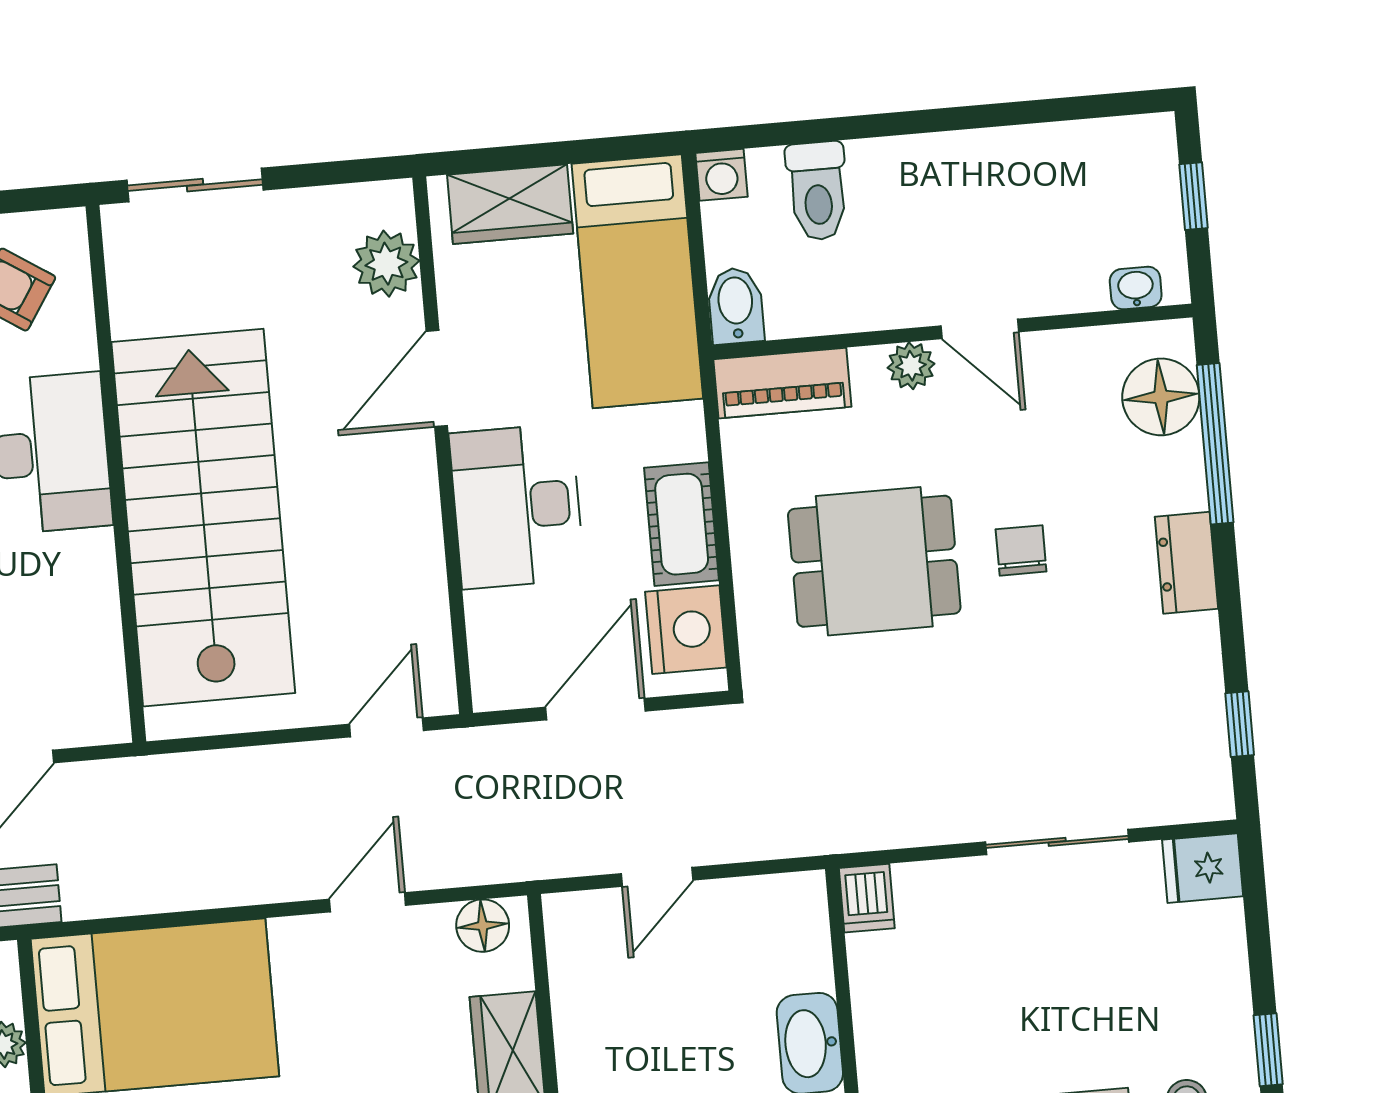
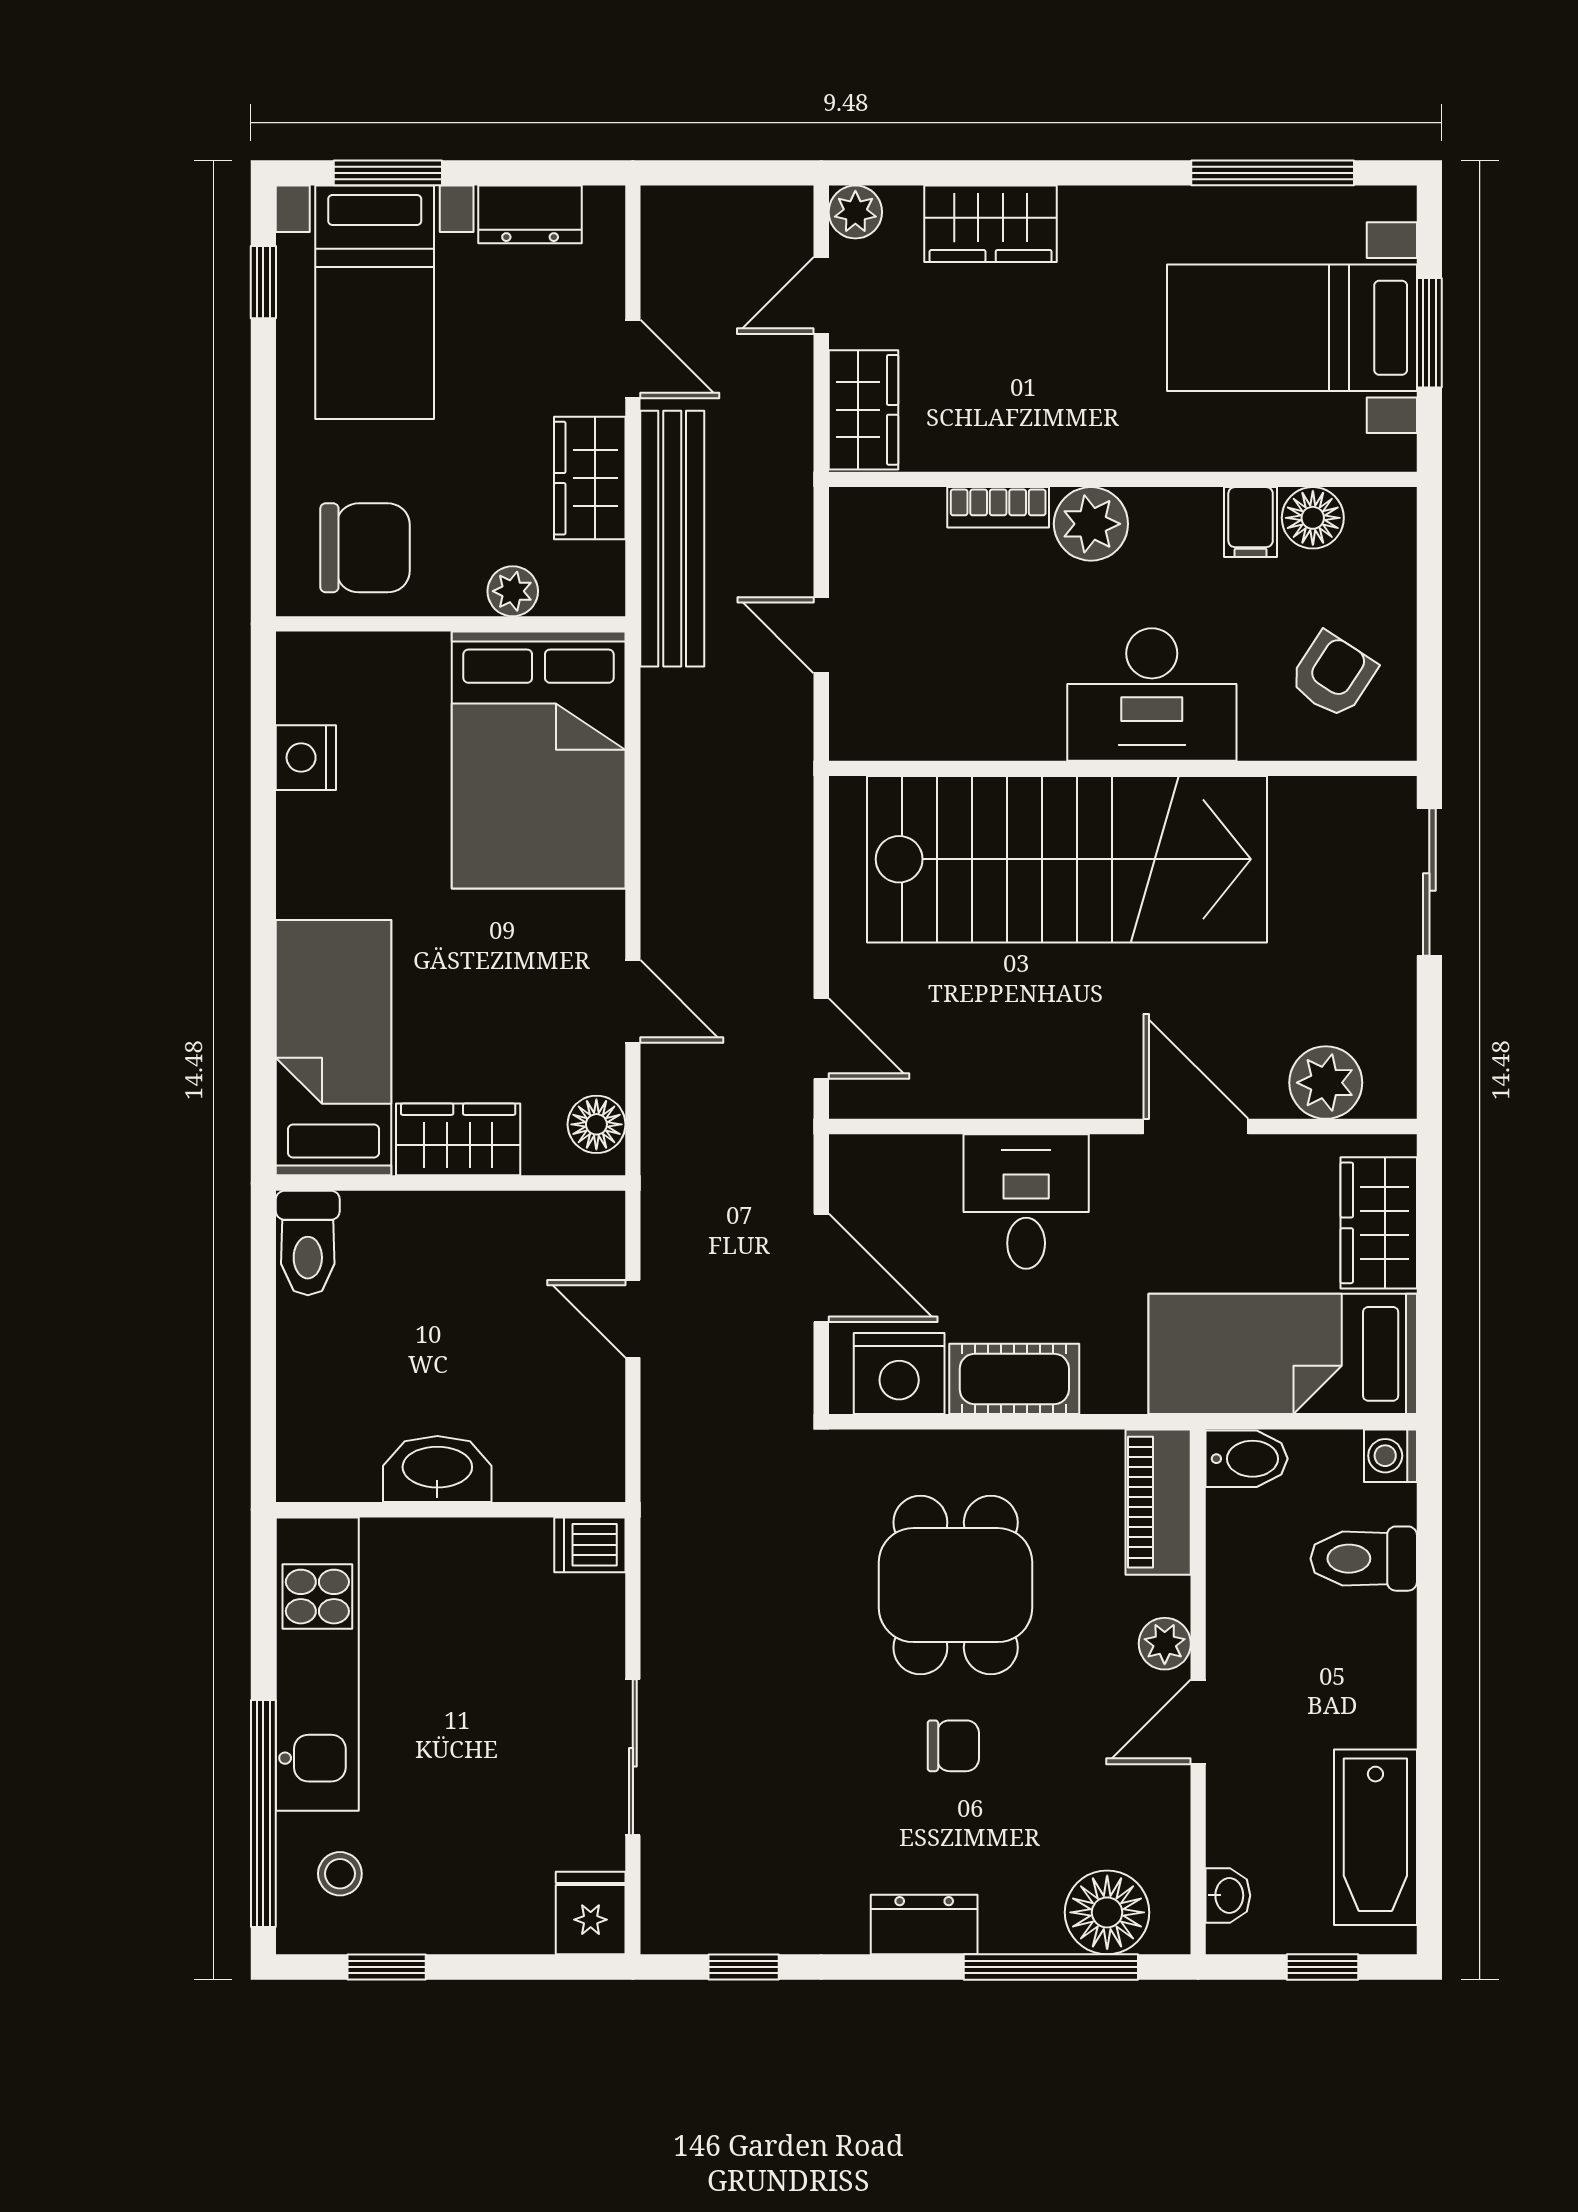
bathtub: (1071, 158) -> (1375, 1837), added
desk: (517, 506) -> (1026, 1201), width x0.73

